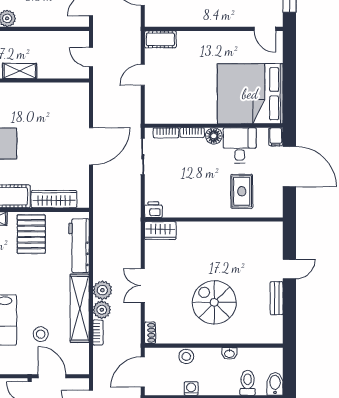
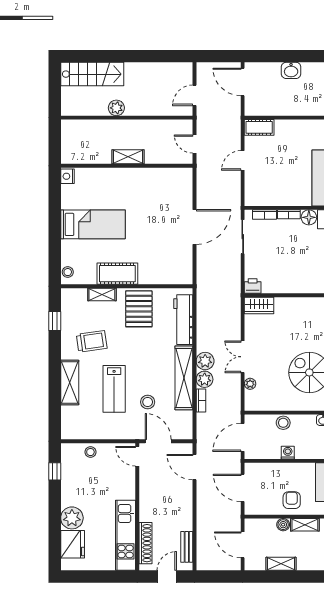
wardrobe: (54, 199) -> (160, 276), removed
plant: (151, 315) -> (250, 384), added
shoe rack: (150, 333) -> (249, 401), removed

